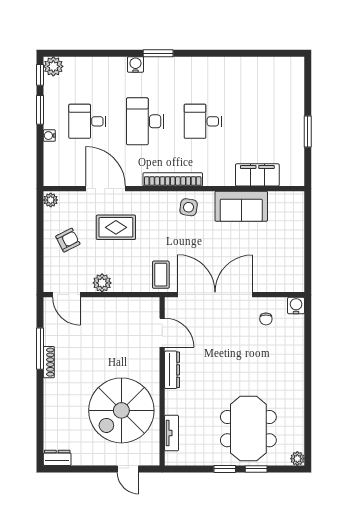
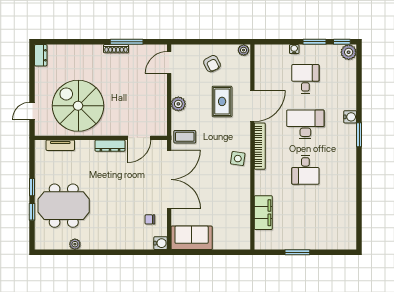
desk: (203, 121) -> (305, 170), turned 180
door: (106, 189) -> (252, 106), moved
sofa: (241, 206) -> (192, 238), moved, turned 90
plant: (102, 283) -> (178, 104), moved
plant: (297, 459) -> (75, 244), moved

